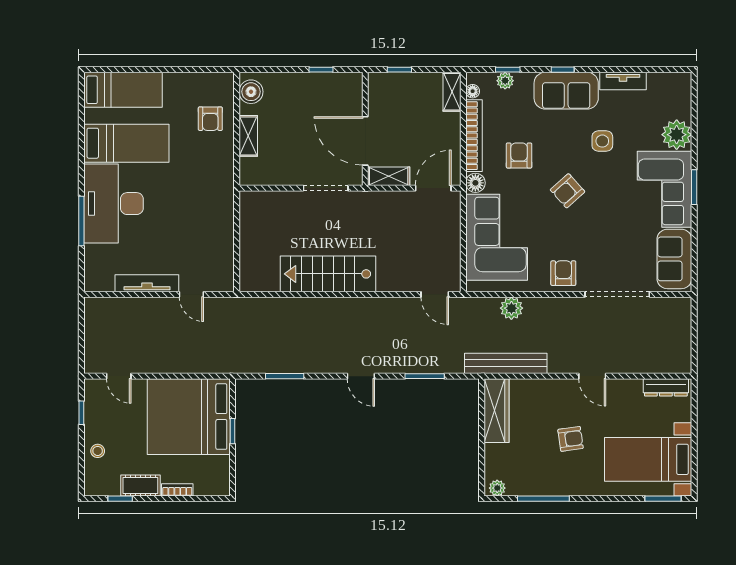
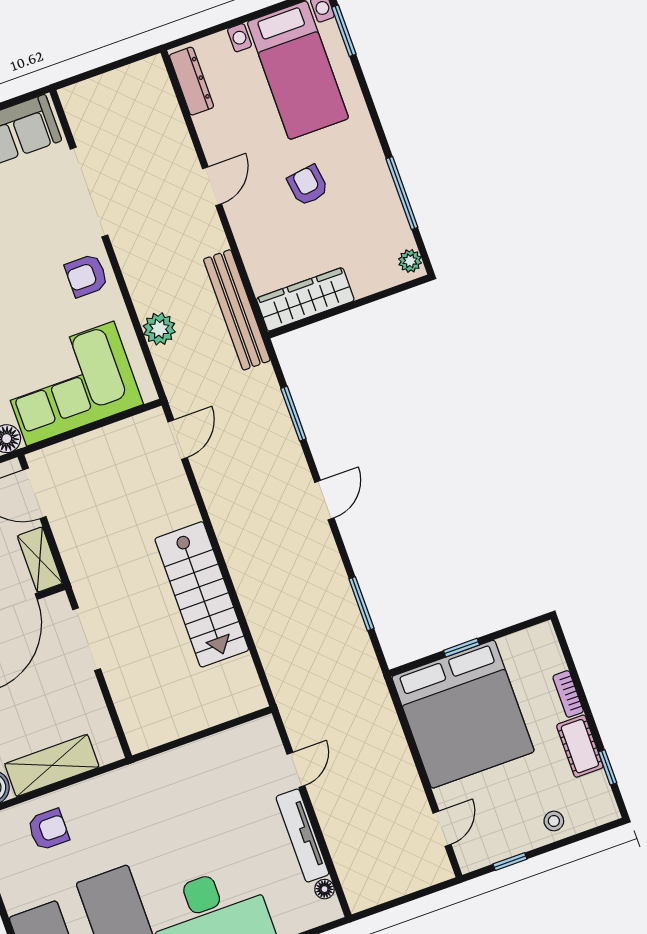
shelving: (248, 136) -> (52, 765), width x1.50, depth x1.33
floor lamp: (107, 285) -> (324, 889), added

